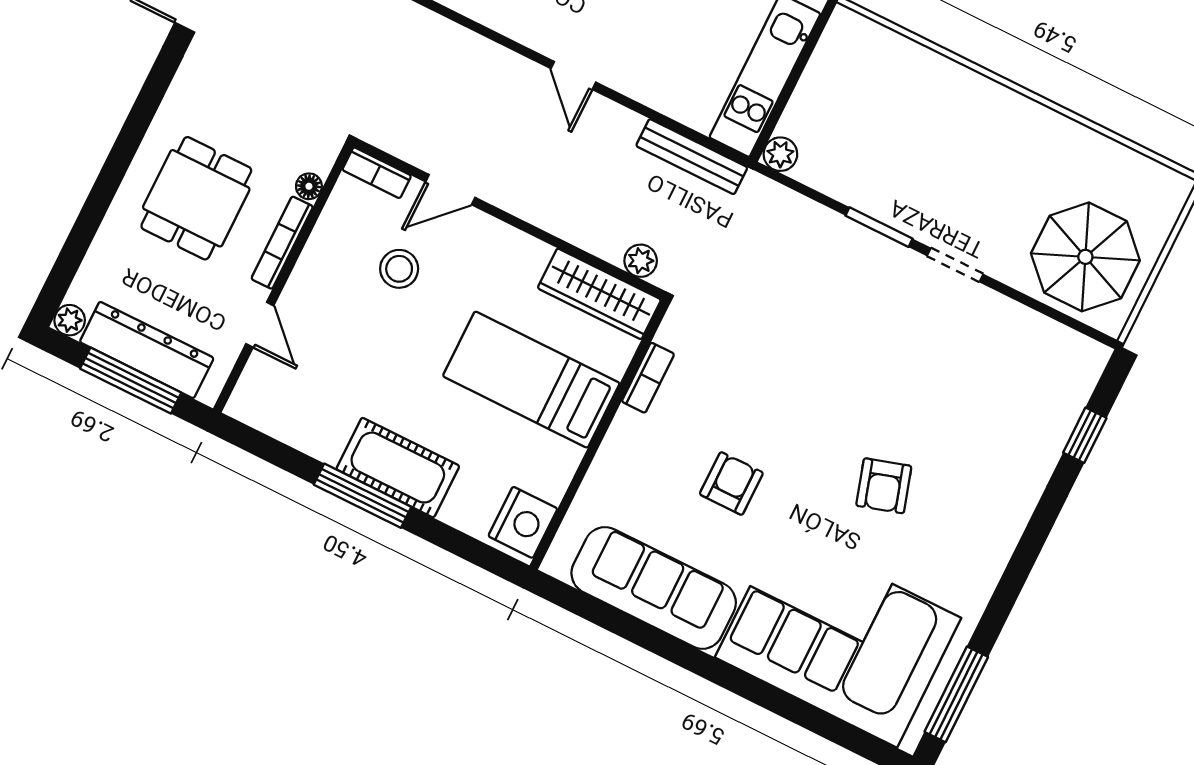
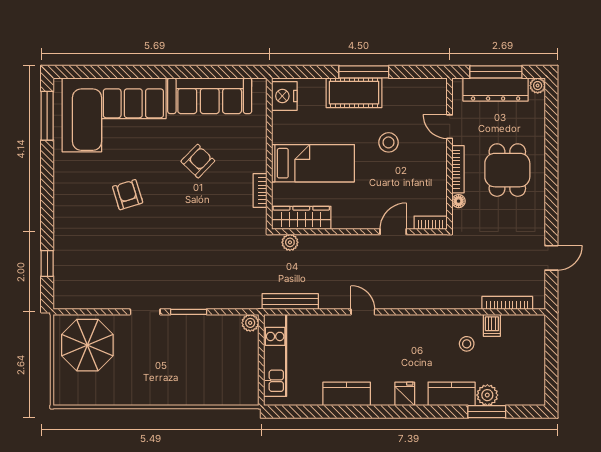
stool: (399, 269) -> (389, 142), moved
armchair: (731, 483) -> (198, 161), turned -136

